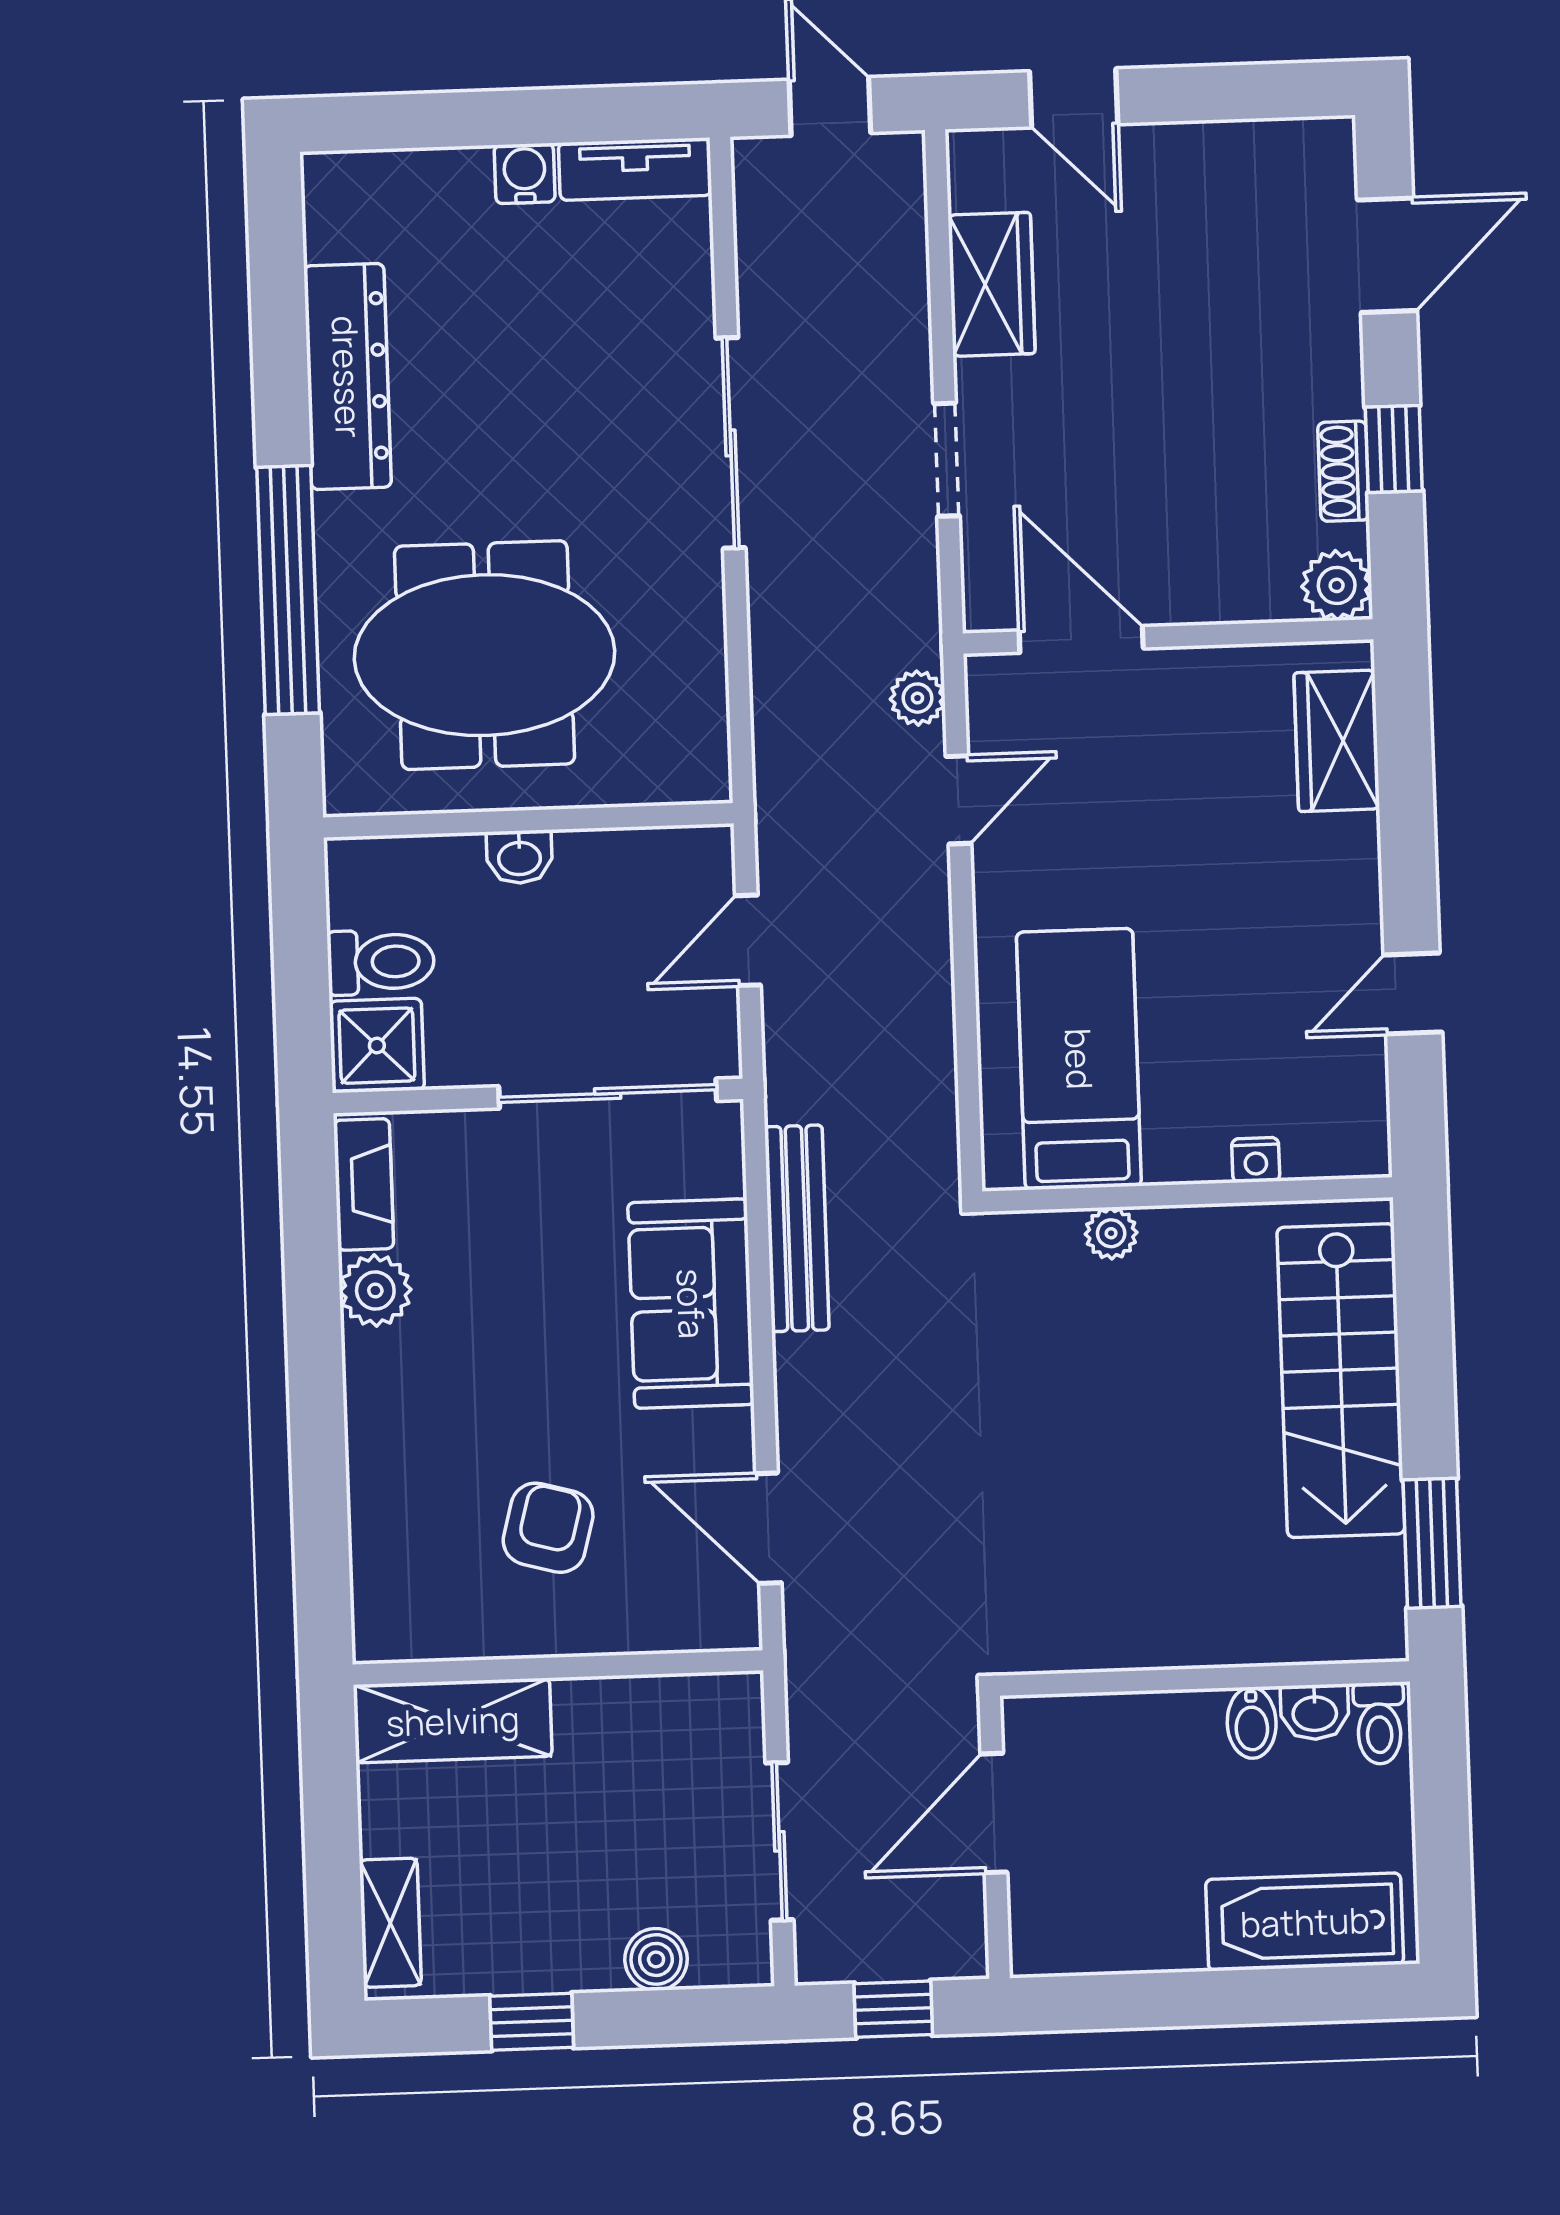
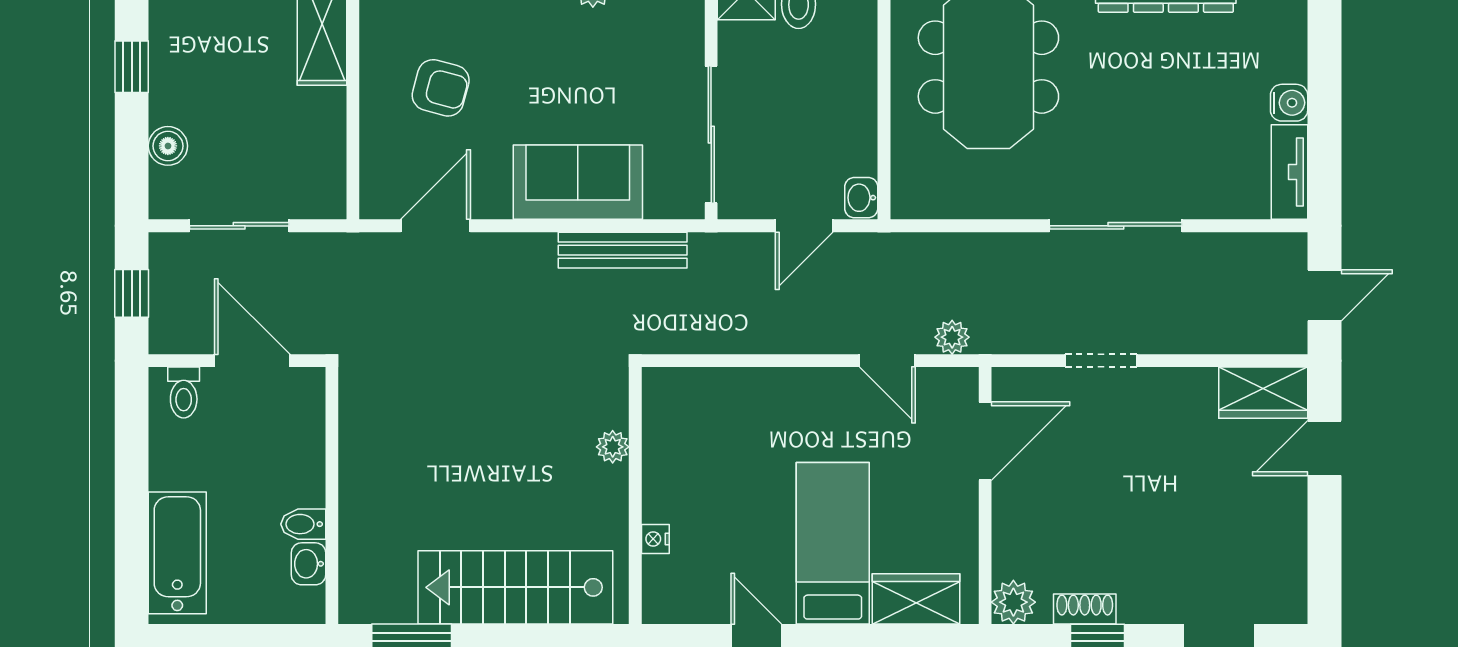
wardrobe: (992, 284) -> (1263, 393), moved
washbasin: (519, 857) -> (861, 198), moved
door: (748, 940) -> (804, 226), swing flipped
bed: (1079, 1059) -> (833, 543), moved, turned -90
toilet: (1379, 1723) -> (184, 392), moved, turned -90

